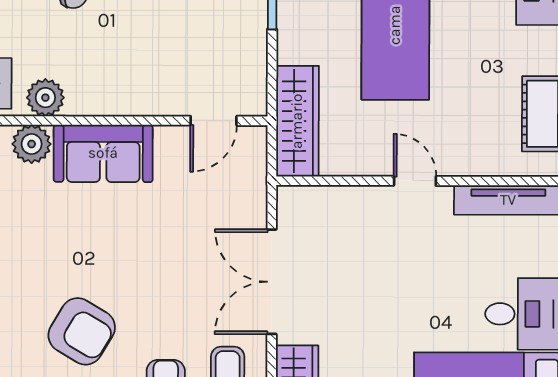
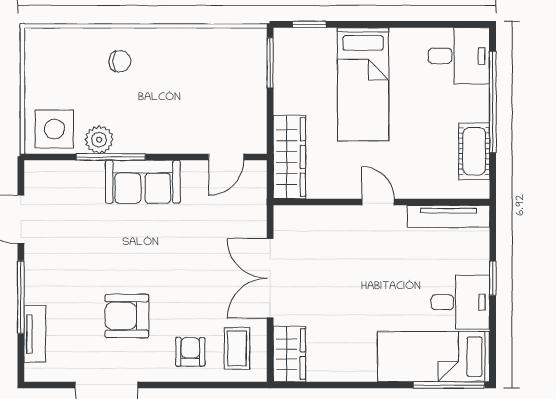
window: (61, 121) -> (111, 157), added
plant: (32, 144) -> (89, 175), removed
armchair: (82, 331) -> (127, 316), turned 149

